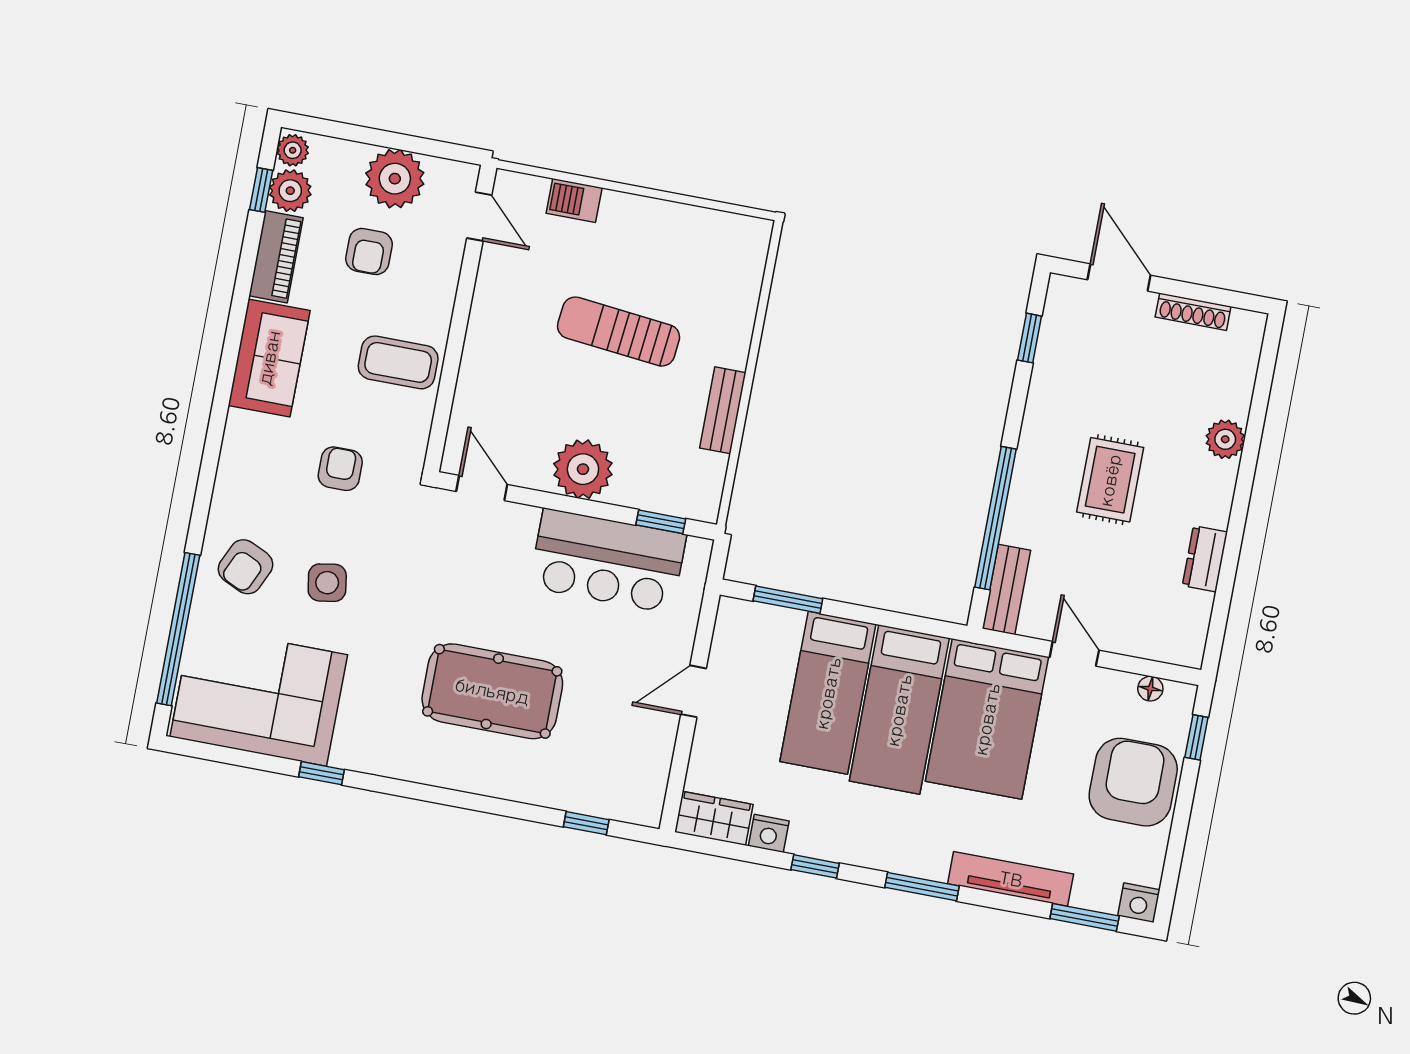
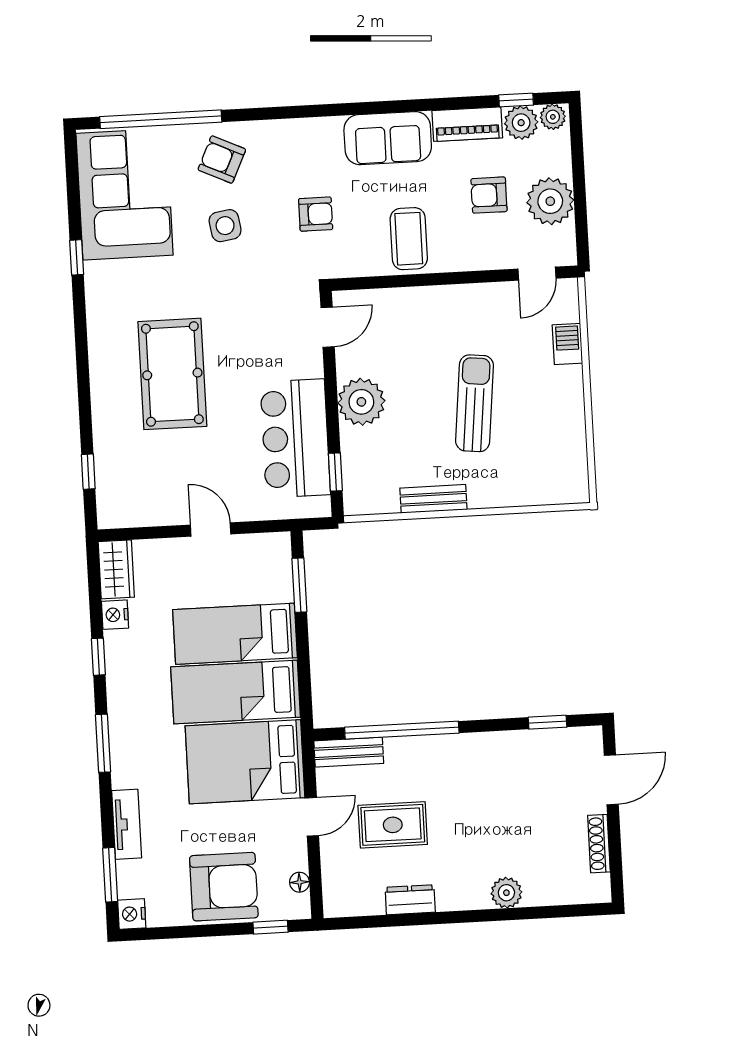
rug: (1110, 480) -> (393, 825), moved
tv unit: (1011, 879) -> (127, 824), width x0.71

